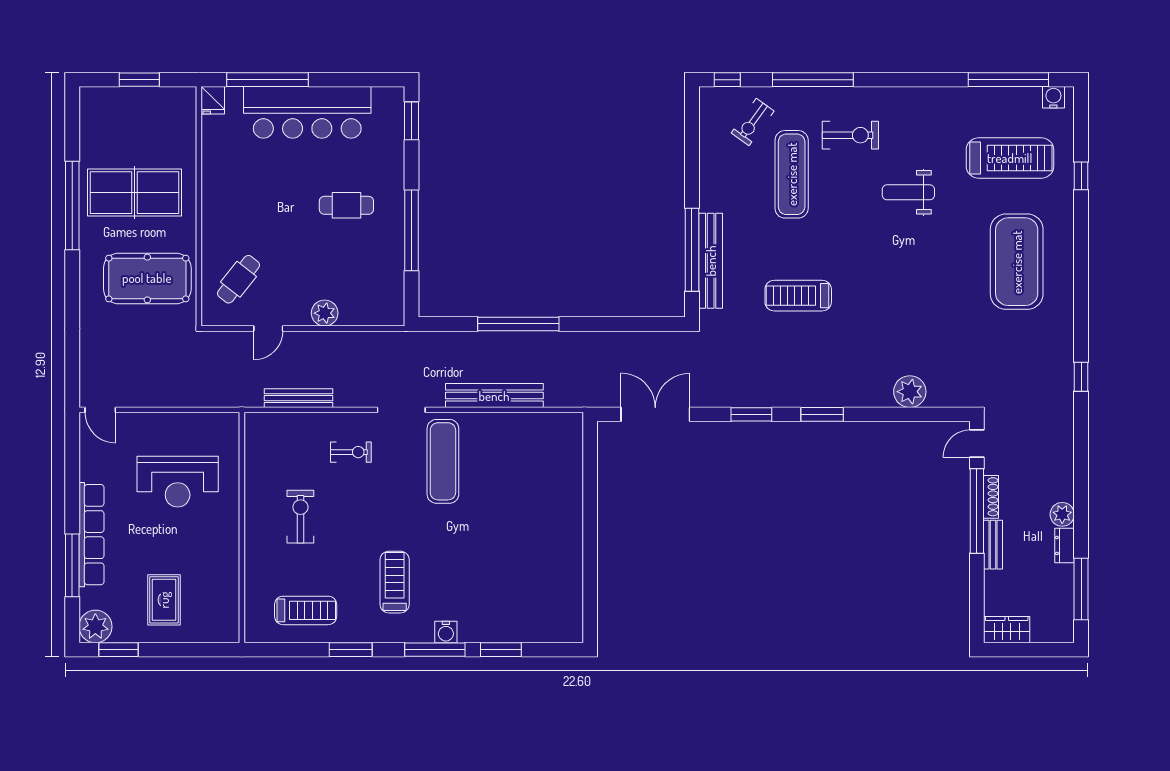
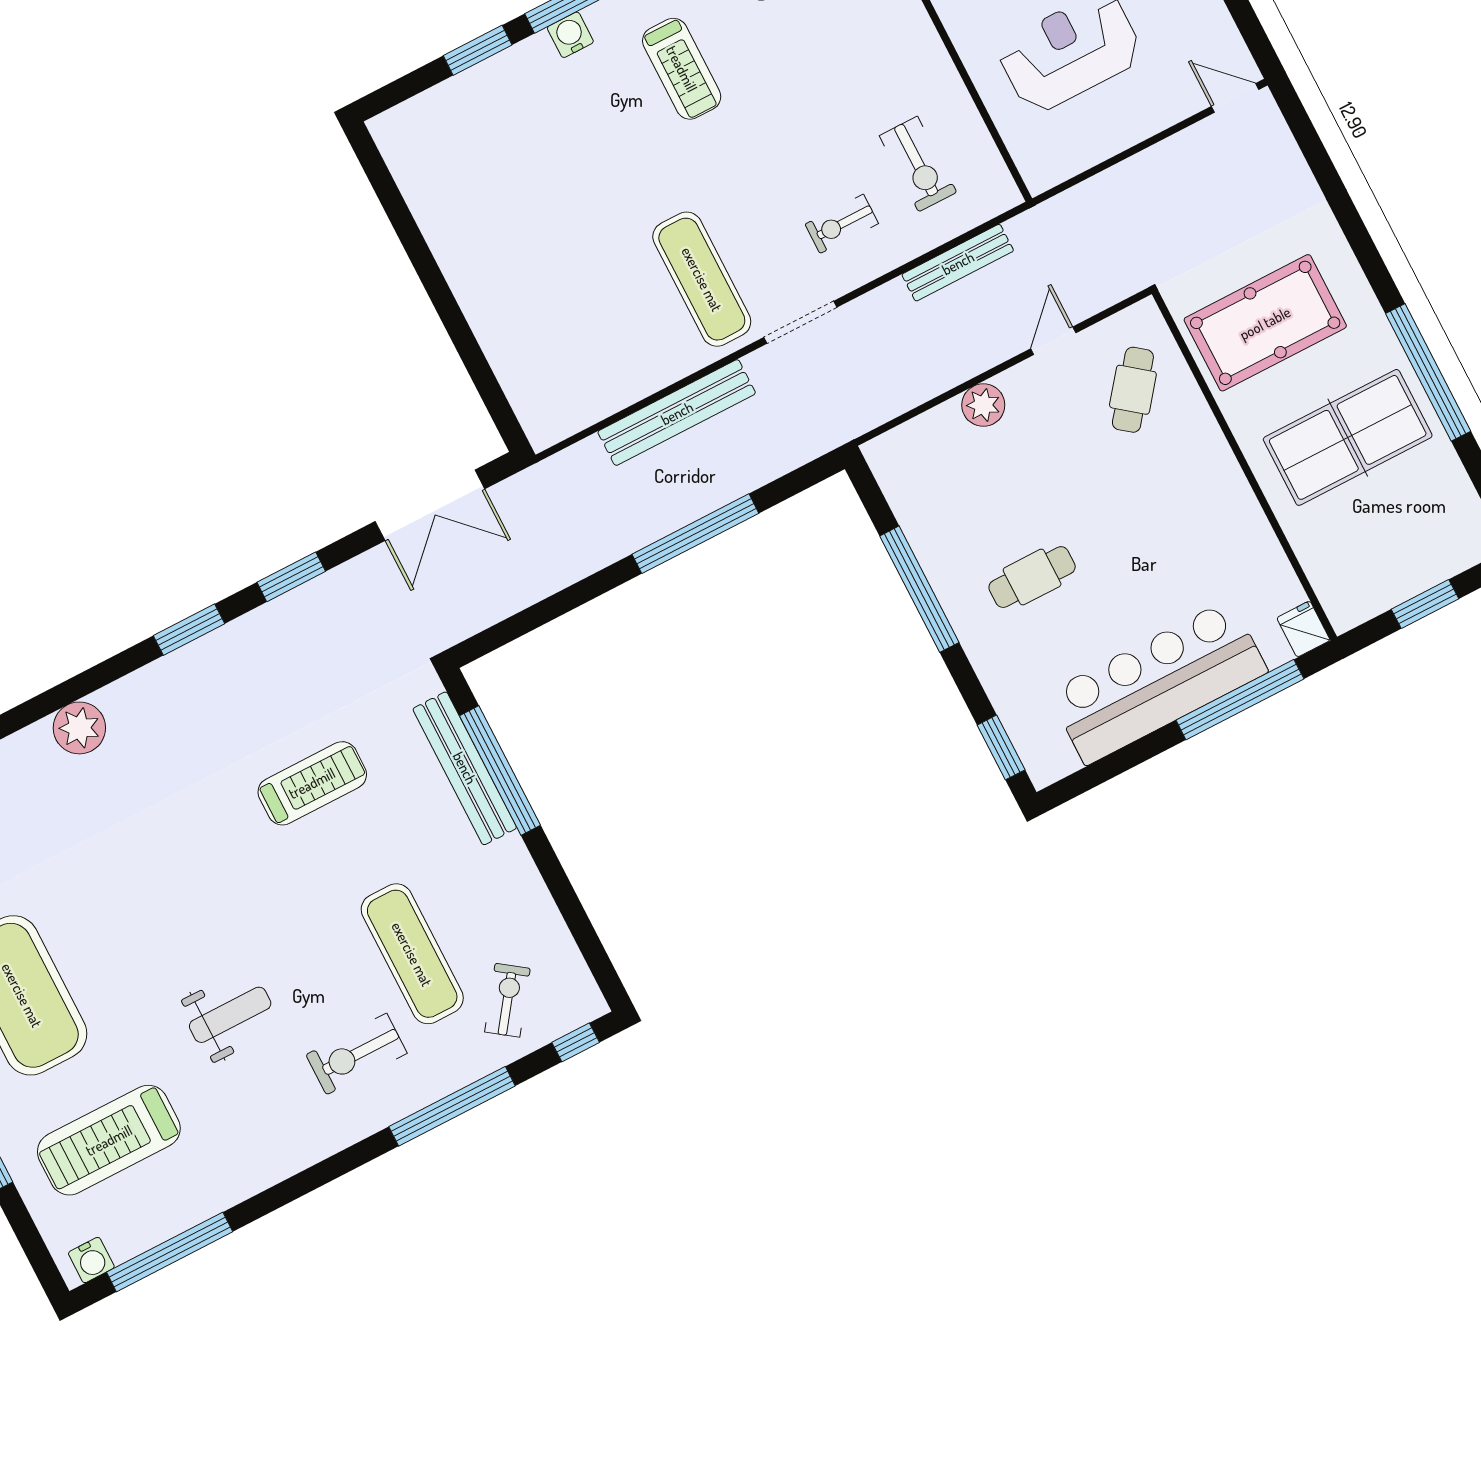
exercise bike: (300, 517) -> (918, 164), moved

